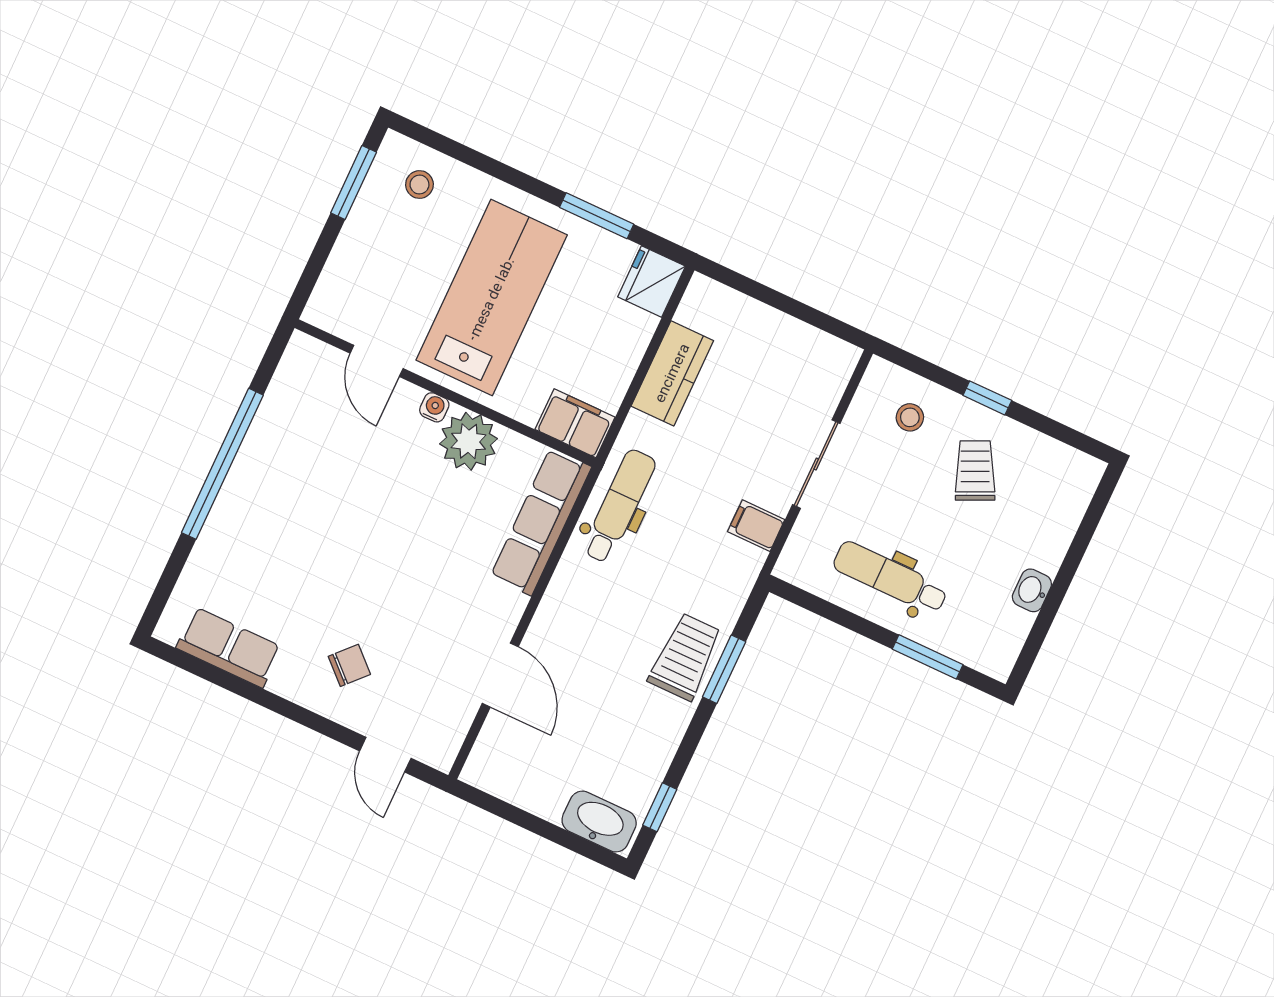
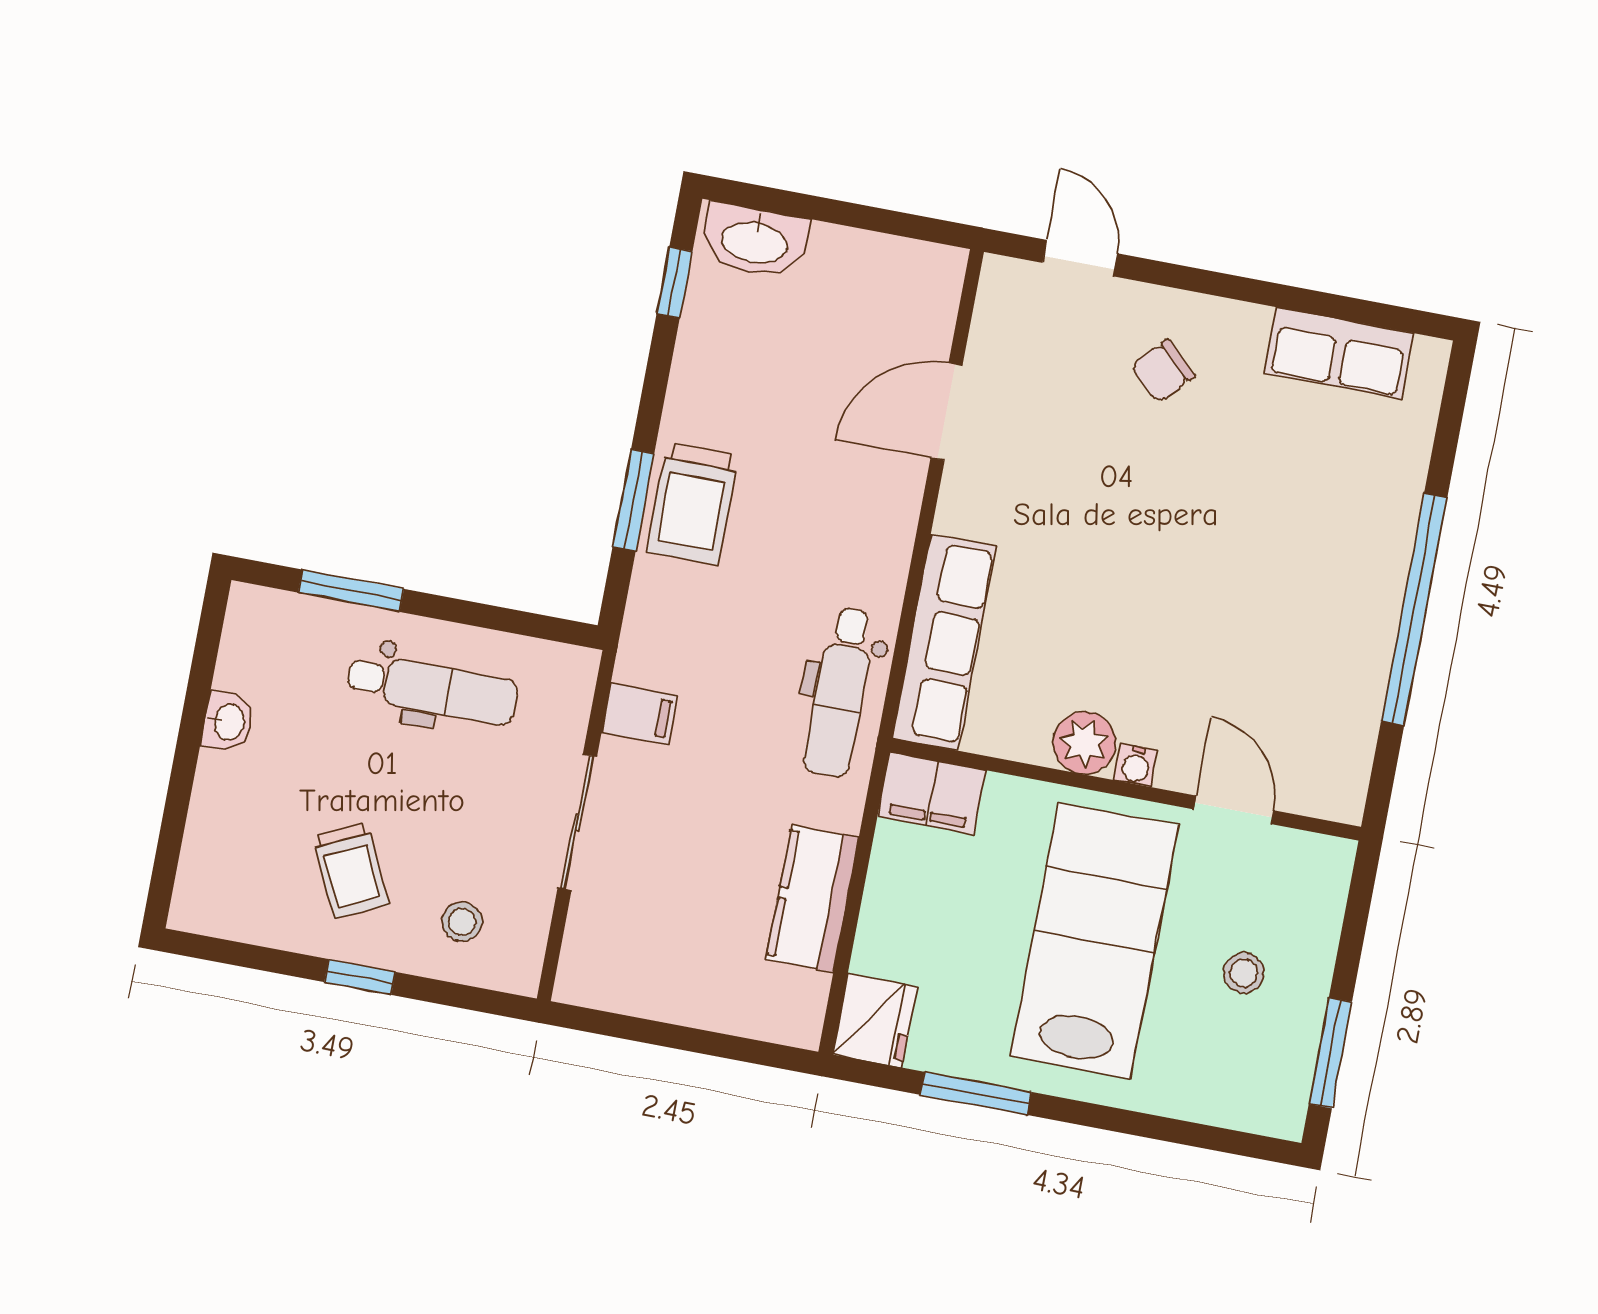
stool: (419, 185) -> (1244, 973), moved
lab bench: (492, 297) -> (1094, 941), turned 180
plant: (469, 441) -> (1084, 743), width x0.73, depth x0.73
door: (500, 675) -> (947, 412), hinge flipped

